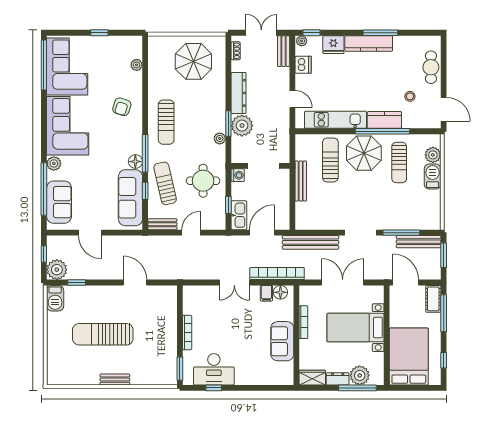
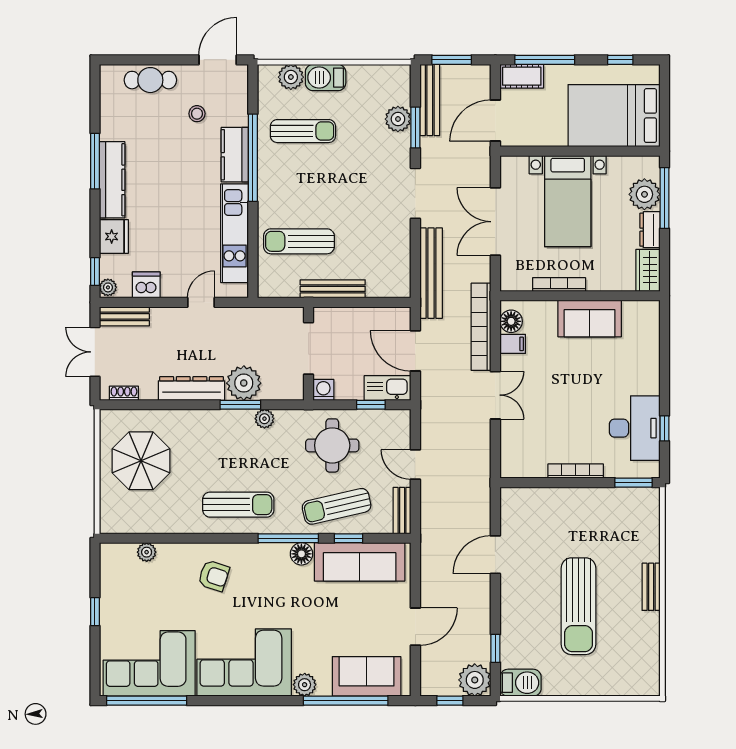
parasol: (364, 153) -> (288, 188), removed
plant: (407, 222) -> (398, 119), added
window: (401, 233) -> (415, 127), width x0.69

